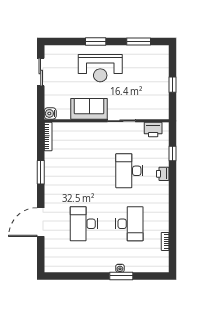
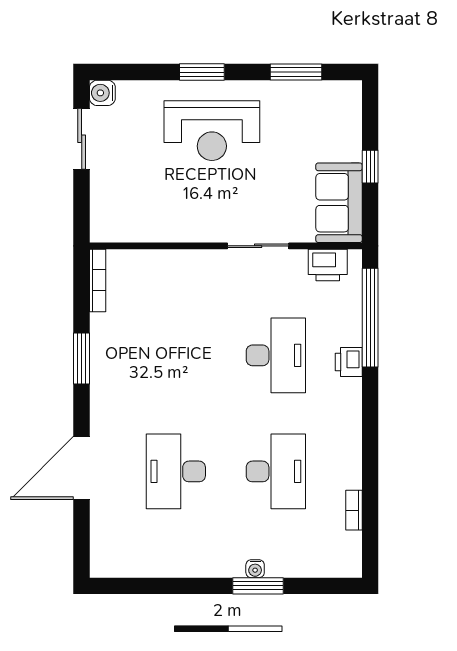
sofa: (89, 109) -> (339, 203), moved, turned -90
water cooler: (50, 113) -> (102, 93), moved
window: (172, 154) -> (370, 318), width x3.17
desk: (129, 171) -> (276, 355), turned 180

